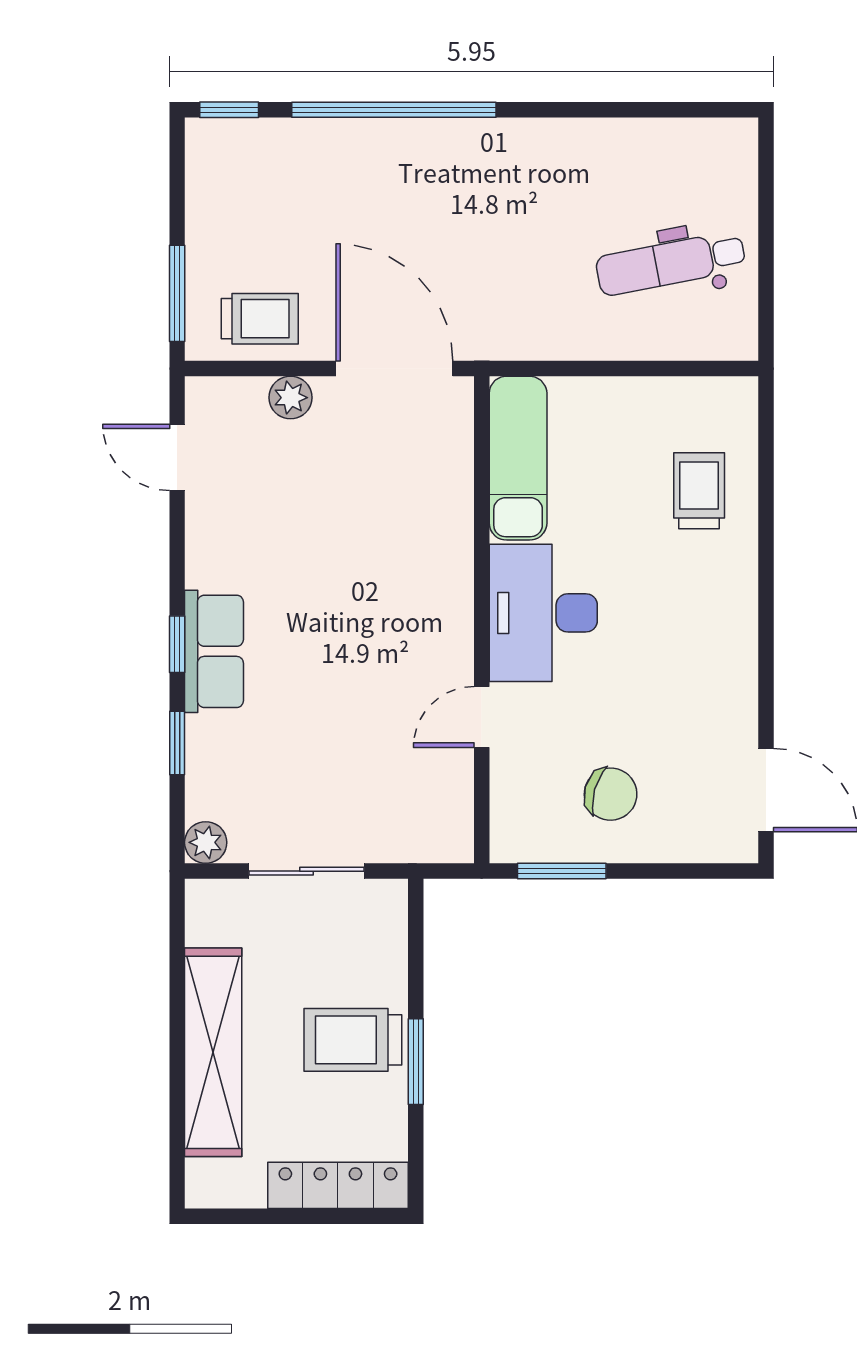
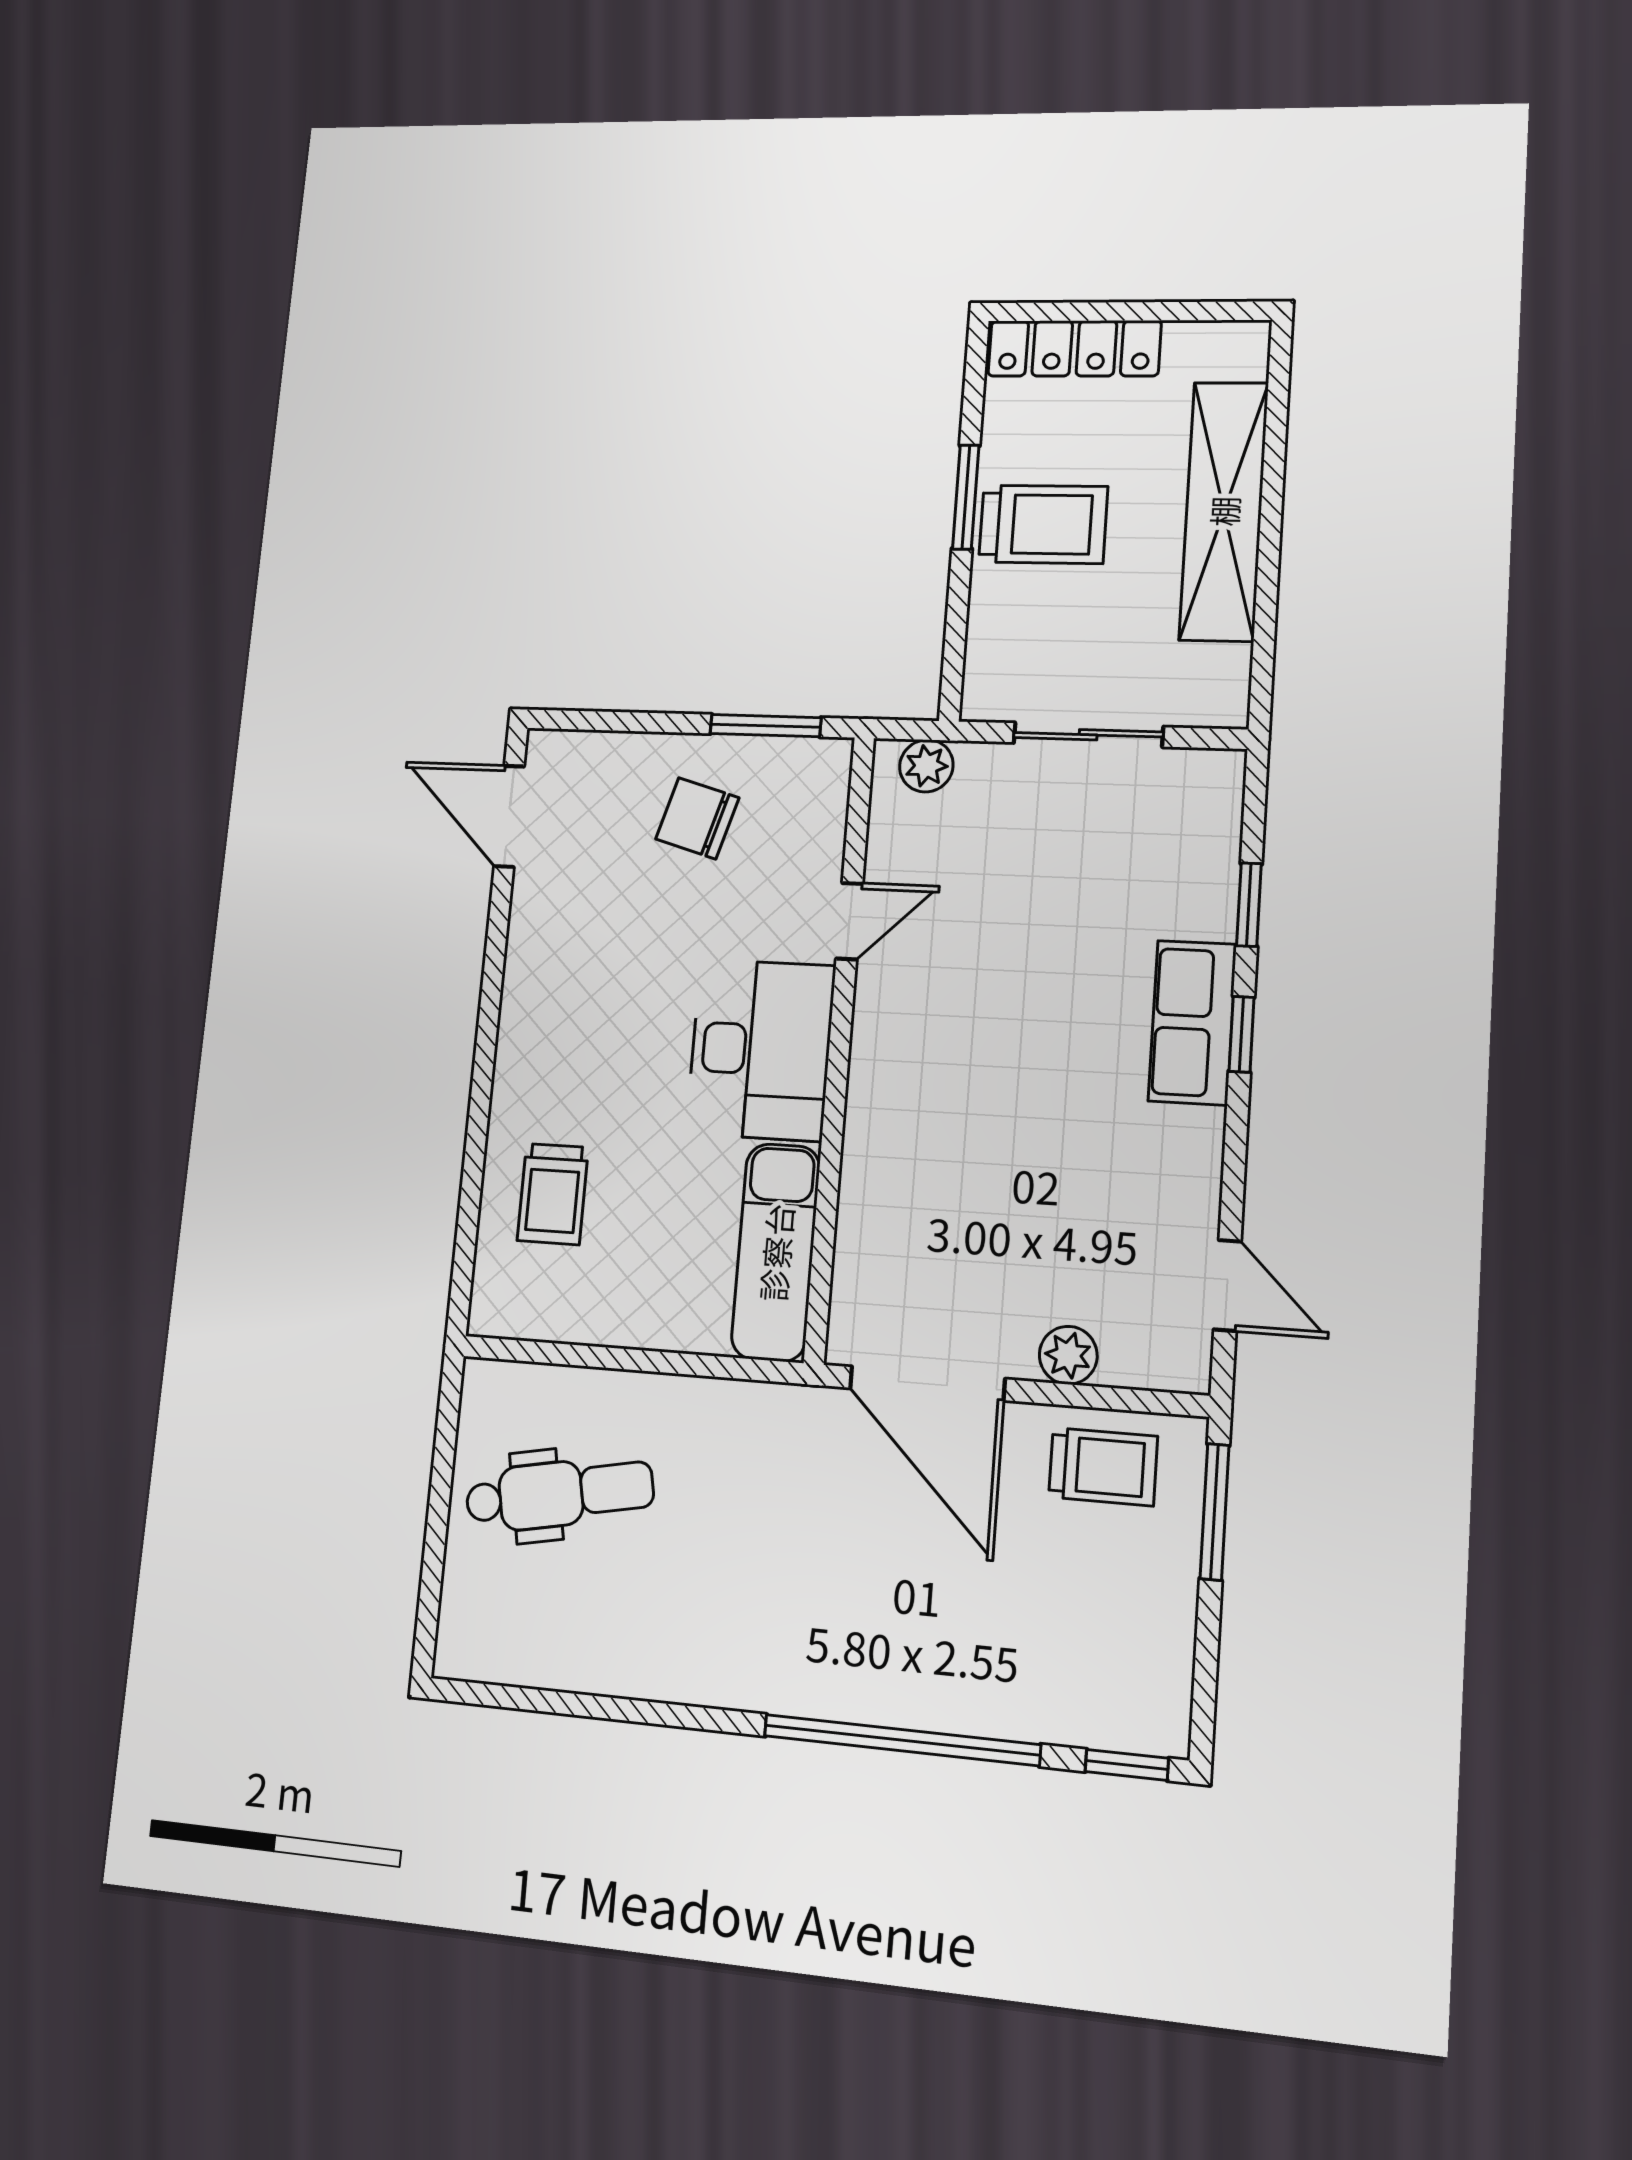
trolley: (260, 319) -> (1103, 1467), turned 180
plant: (206, 842) -> (926, 766), moved

